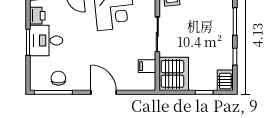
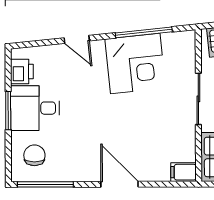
filing cabinet: (147, 66) -> (183, 172), moved
chair: (58, 78) -> (34, 155), moved

